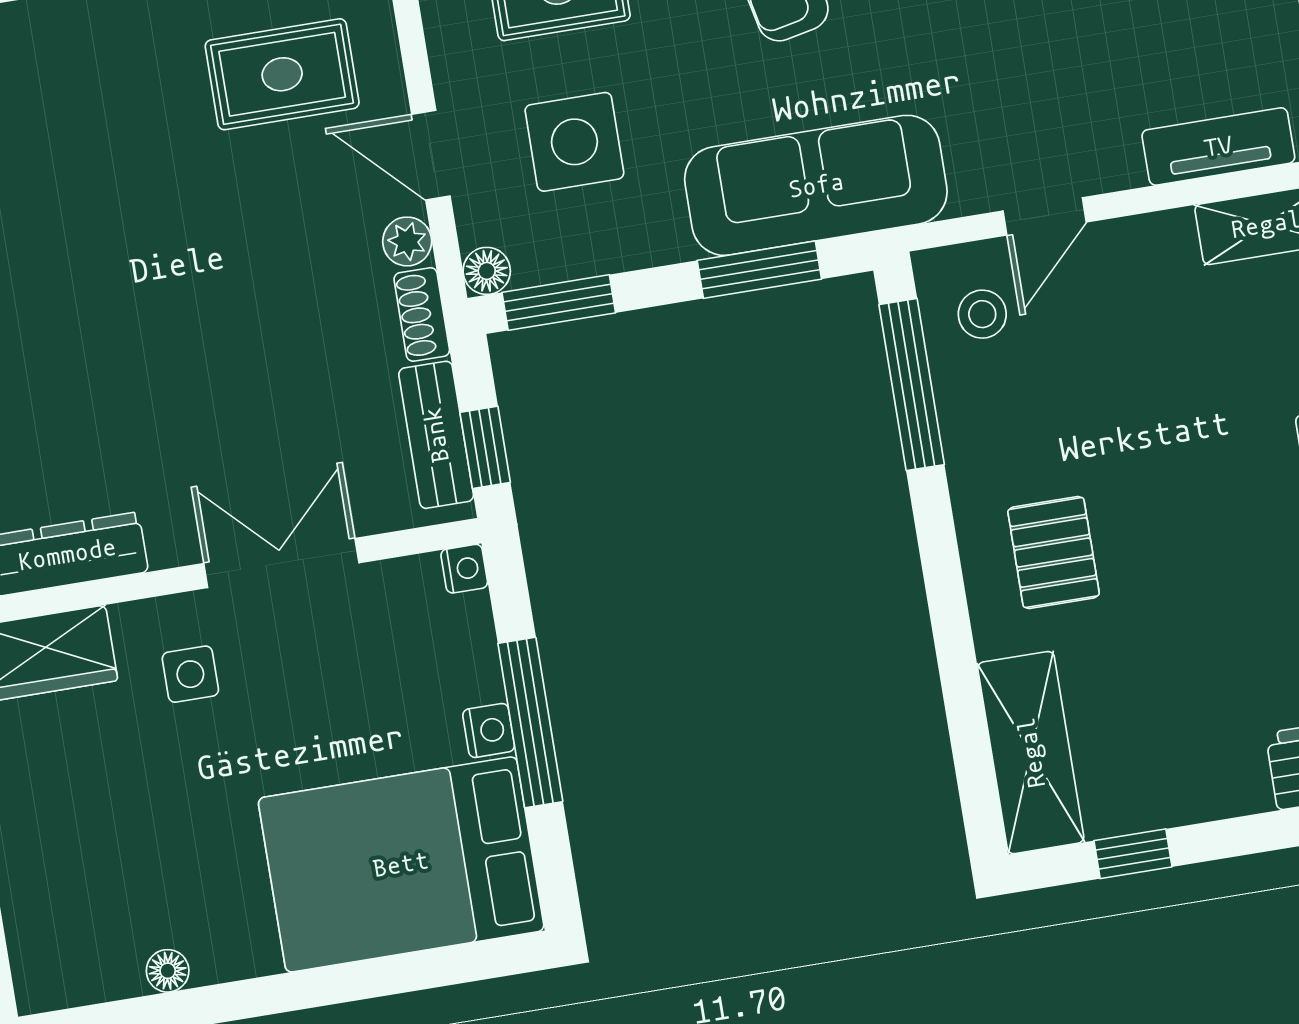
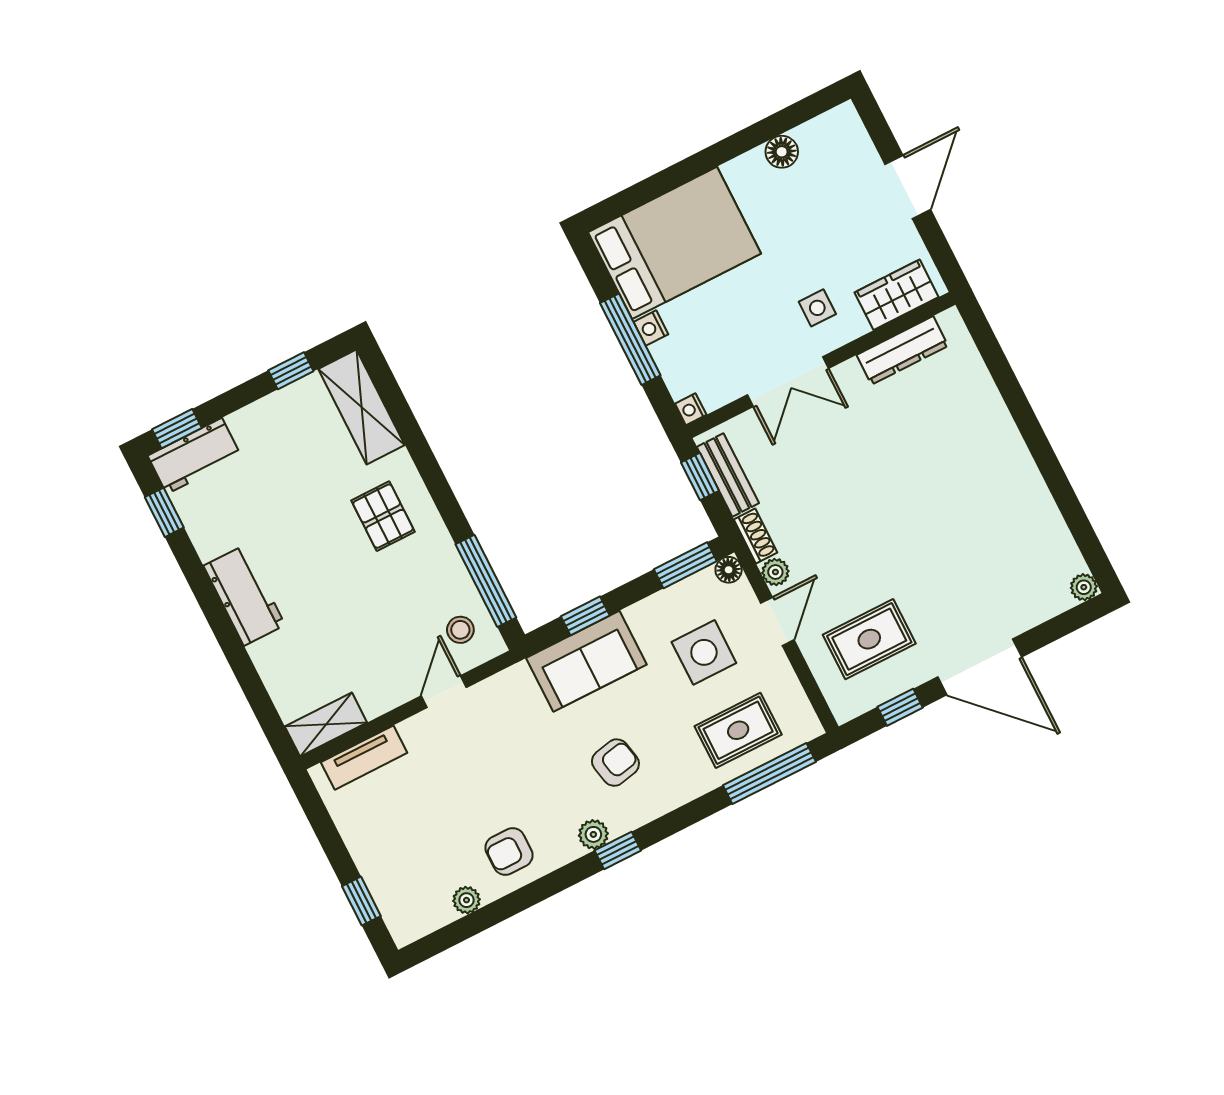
door: (431, 155) -> (777, 621), hinge flipped
sofa: (816, 185) -> (586, 661), width x0.73
window: (759, 270) -> (585, 616), width x0.67
floor lamp: (168, 971) -> (782, 152), width x1.37, depth x1.37

